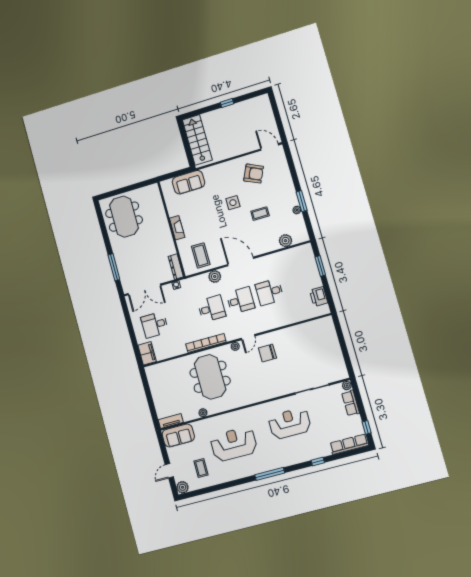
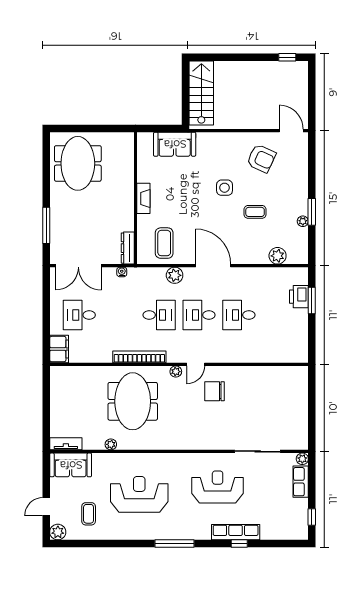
window: (227, 103) -> (287, 57), moved
printer: (319, 297) -> (299, 297), moved
desk: (240, 300) -> (199, 315), turned 180
row of seats: (349, 444) -> (236, 532), moved

